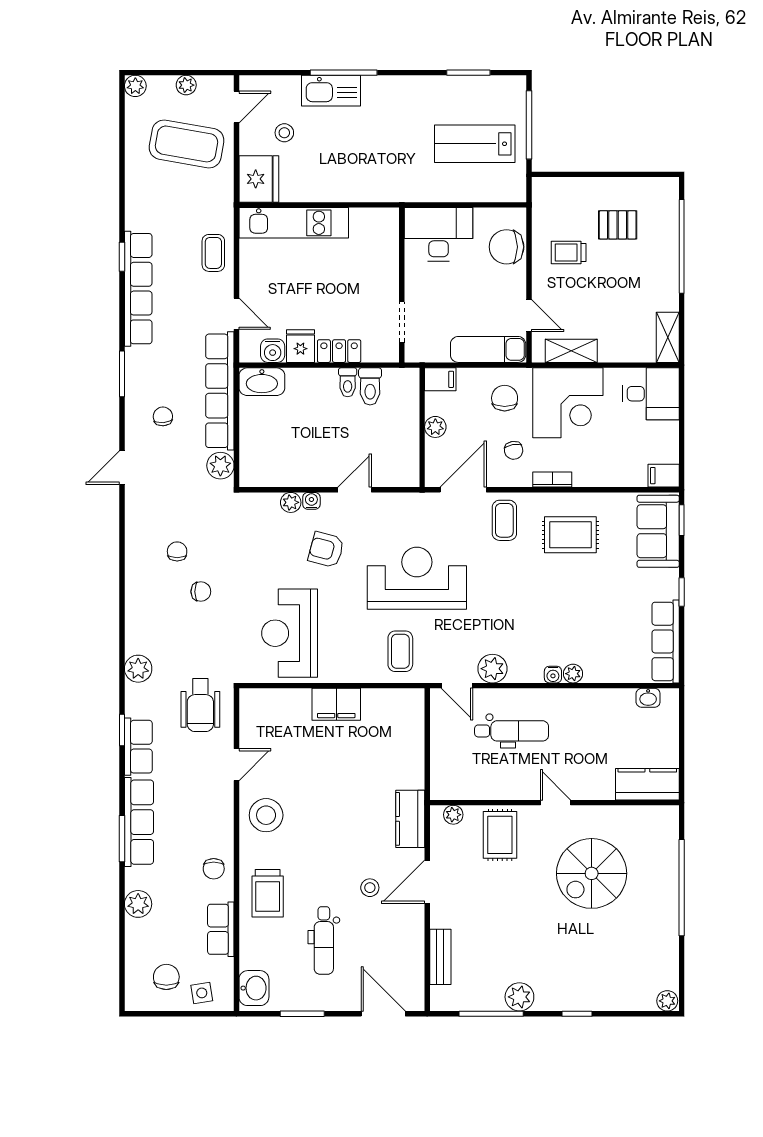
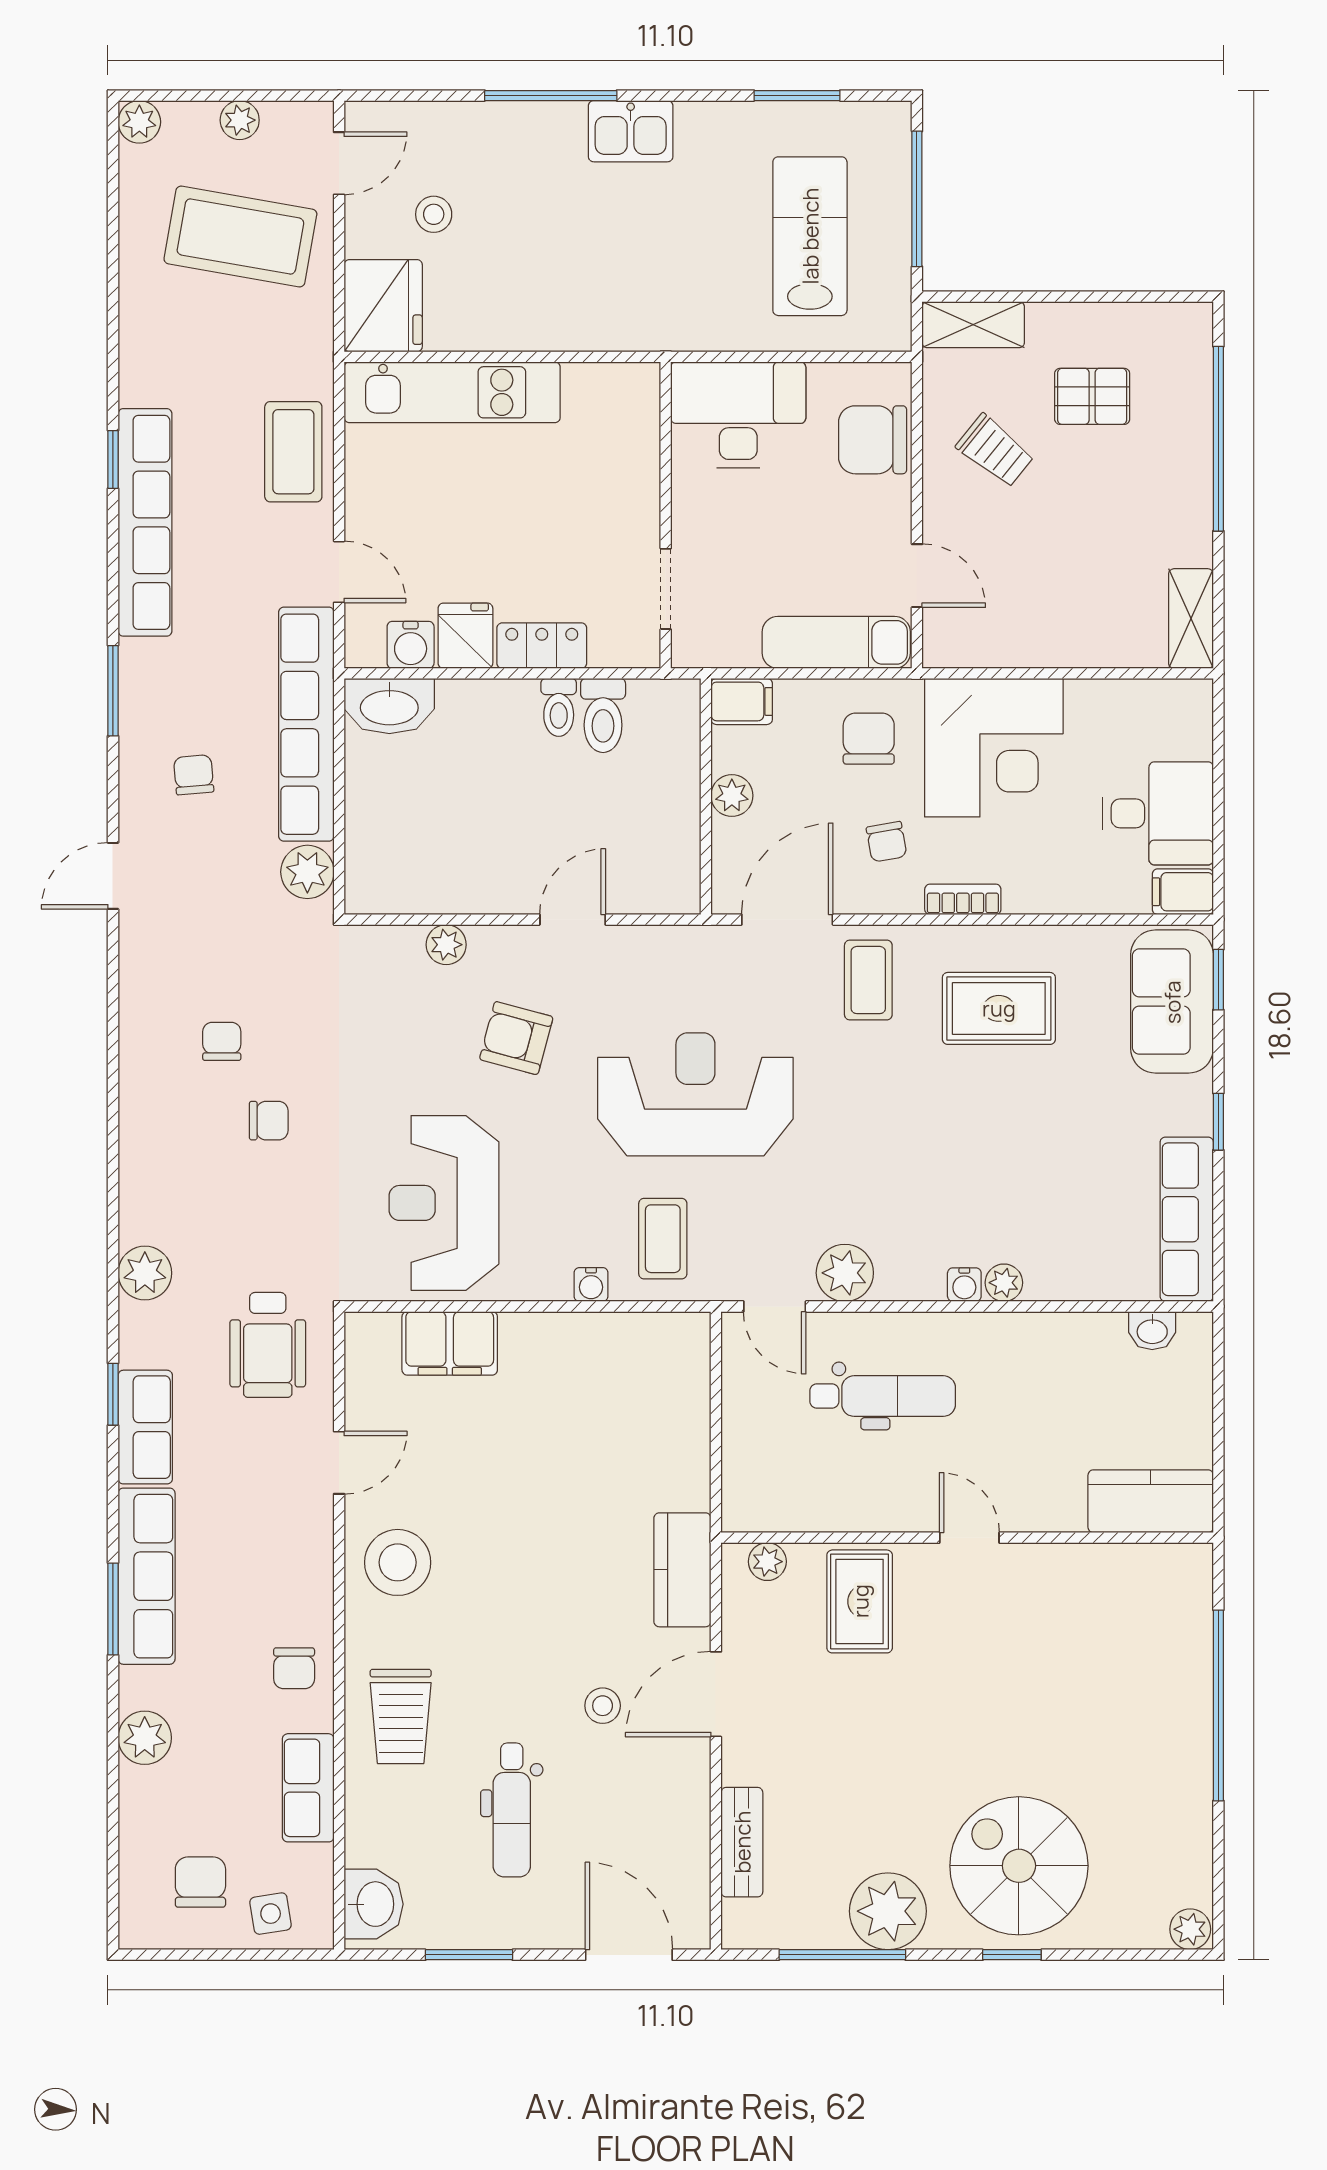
kitchen sink: (331, 91) -> (631, 131), moved, width x0.73
lab bench: (475, 144) -> (810, 236), turned 90
trolley: (569, 252) -> (995, 451), turned -141
coffee table: (213, 253) -> (293, 452), width x1.36, depth x1.30
shelving: (571, 351) -> (973, 325), moved
desk: (651, 394) -> (1158, 813), moved
water cooler: (311, 501) -> (591, 1284), moved, turned 180
filing cabinet: (336, 704) -> (450, 1343), moved
spiral stairs: (592, 873) -> (1019, 1866), moved, turned 90
plant: (519, 997) -> (888, 1911), width x1.36, depth x1.36

